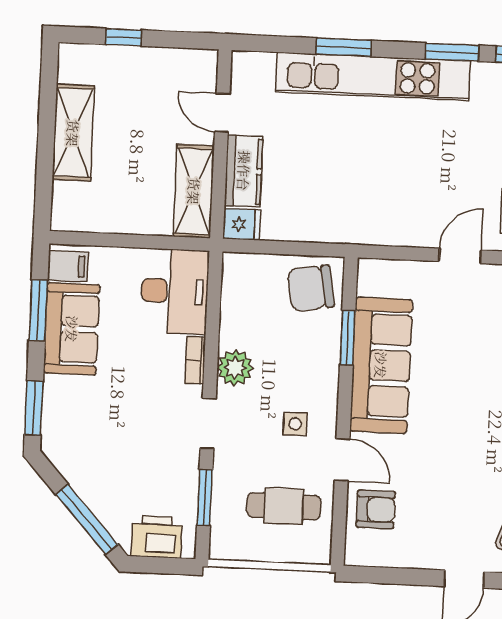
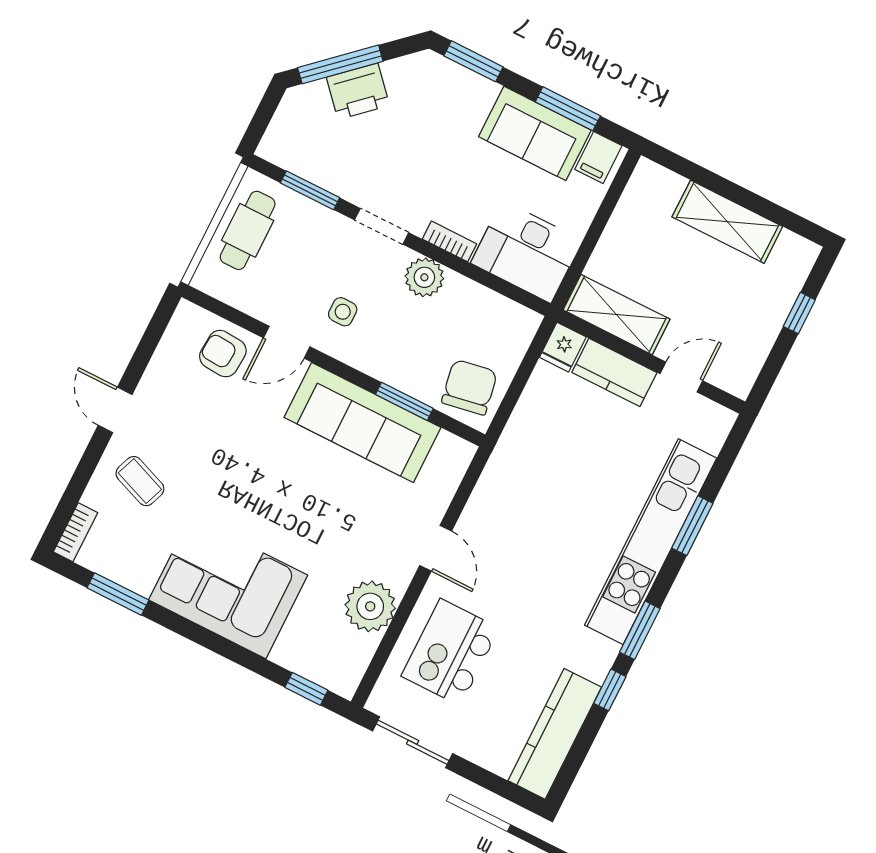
cafe table: (284, 506) -> (248, 230), moved
armchair: (376, 509) -> (223, 354), turned 94
printer: (157, 537) -> (358, 91), moved, turned 48

